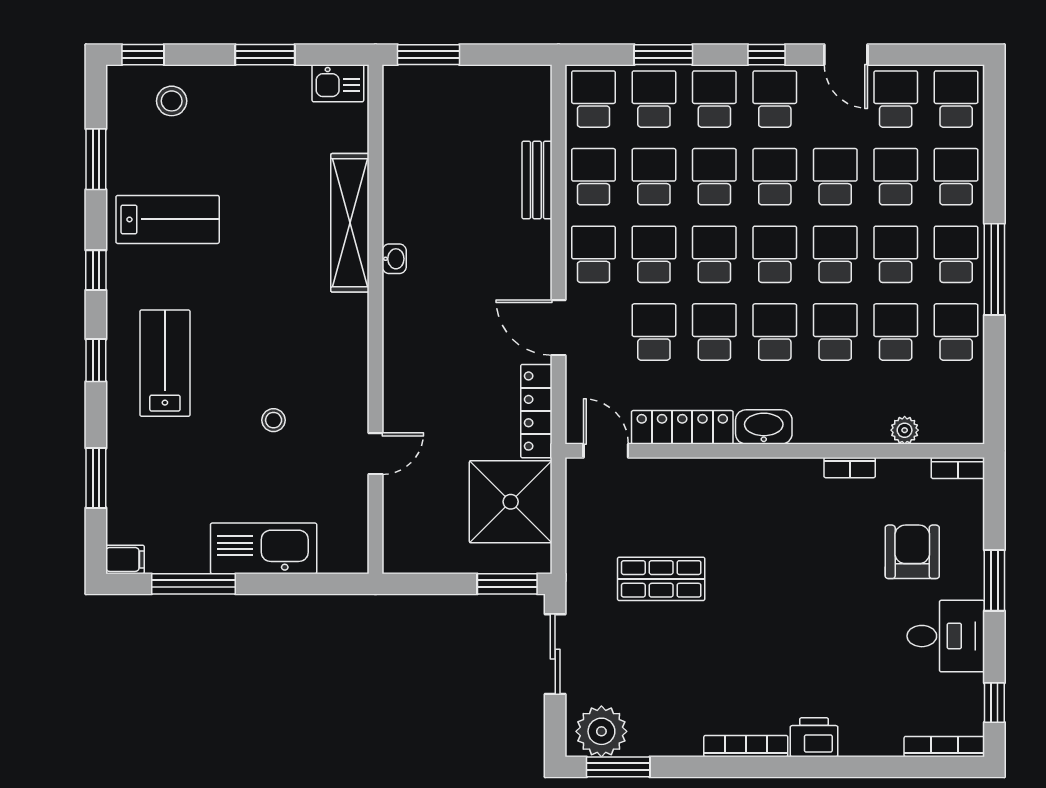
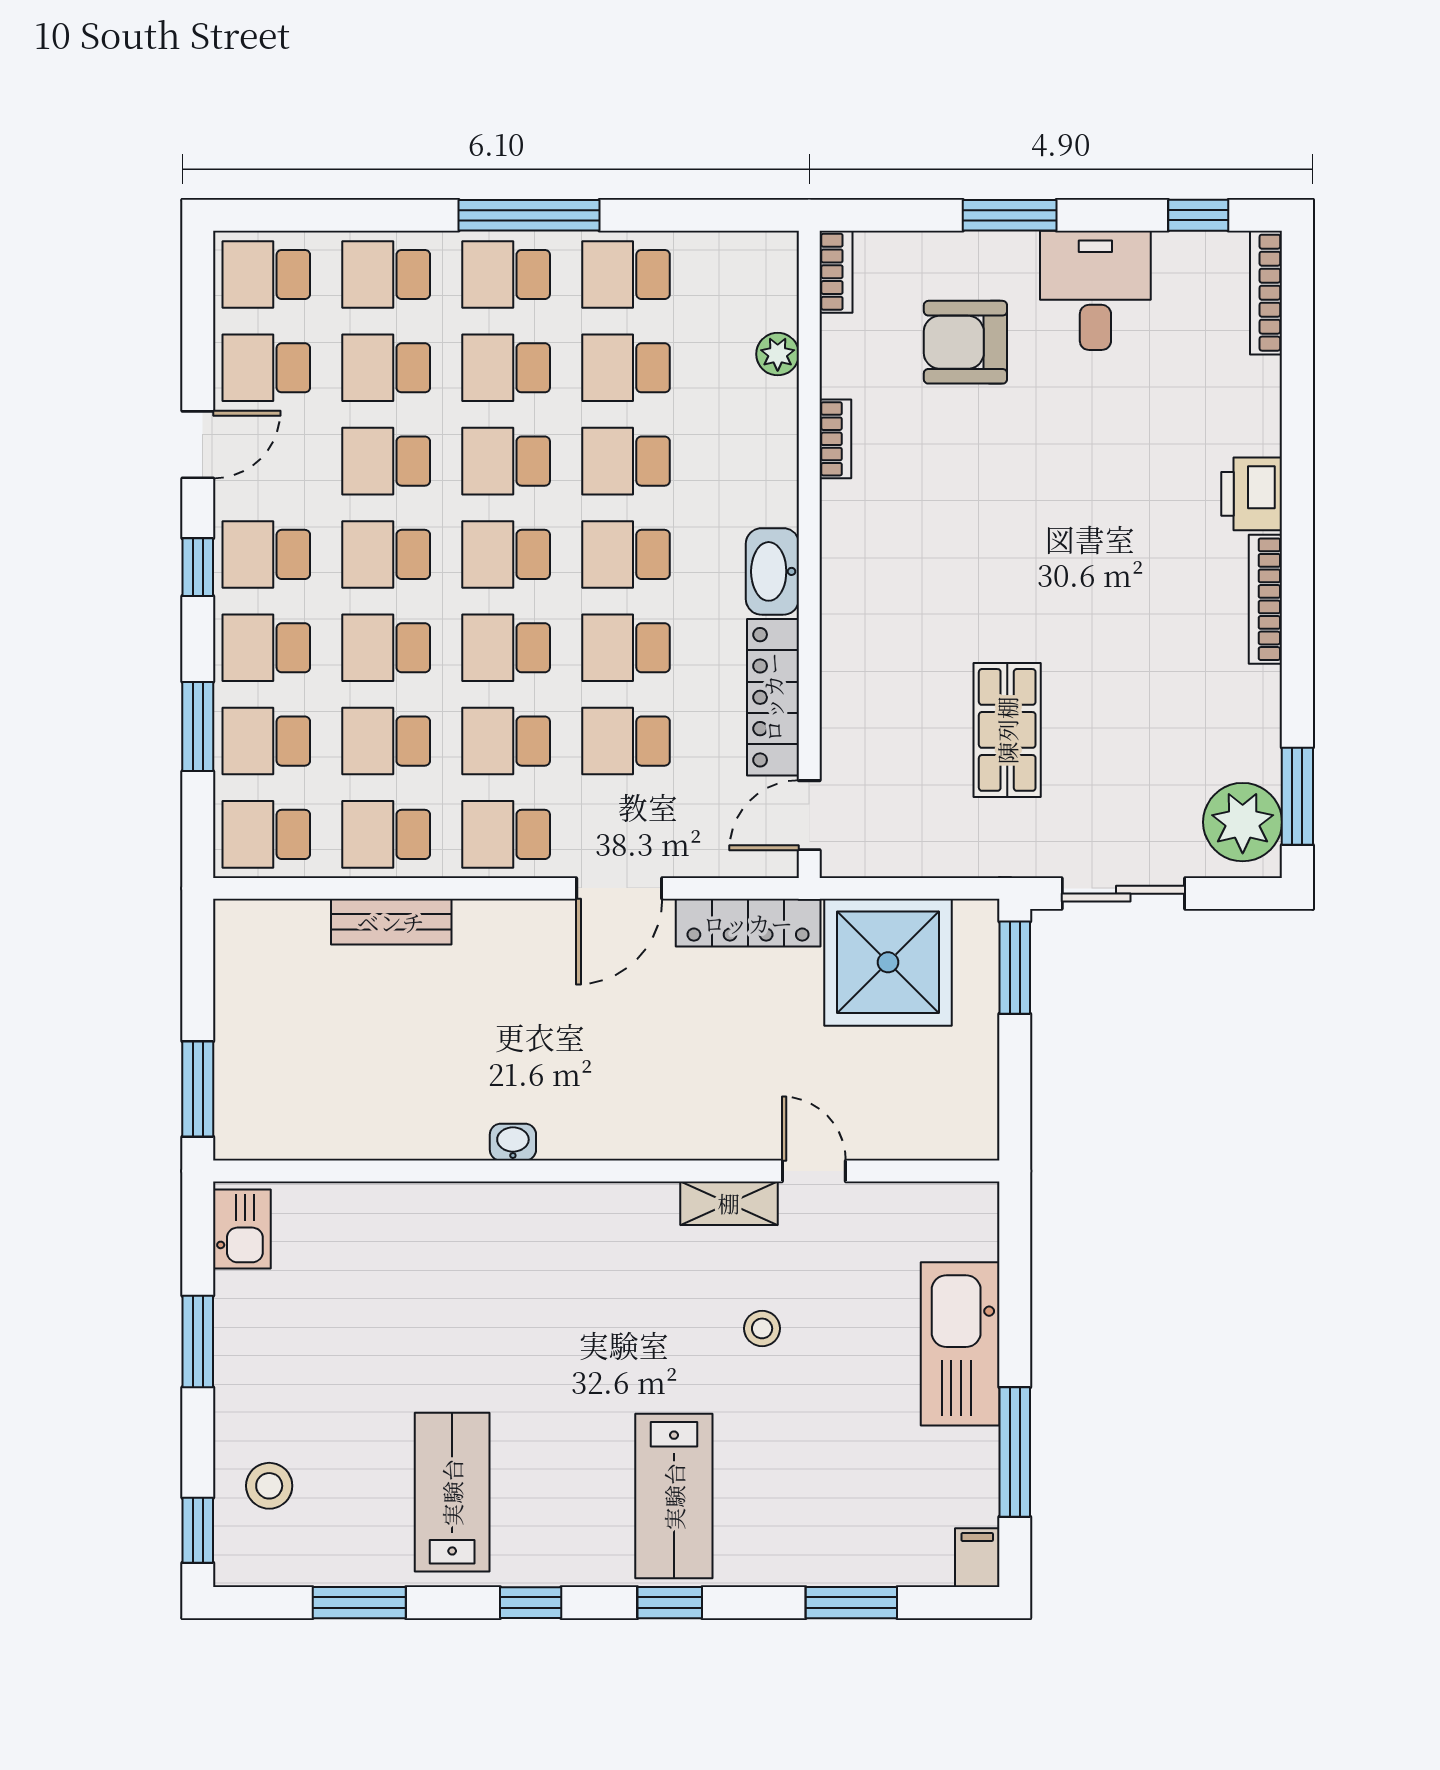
shelving: (350, 223) -> (729, 1203), moved, width x0.45, depth x0.75
lab bench: (165, 363) -> (674, 1496), turned -90

